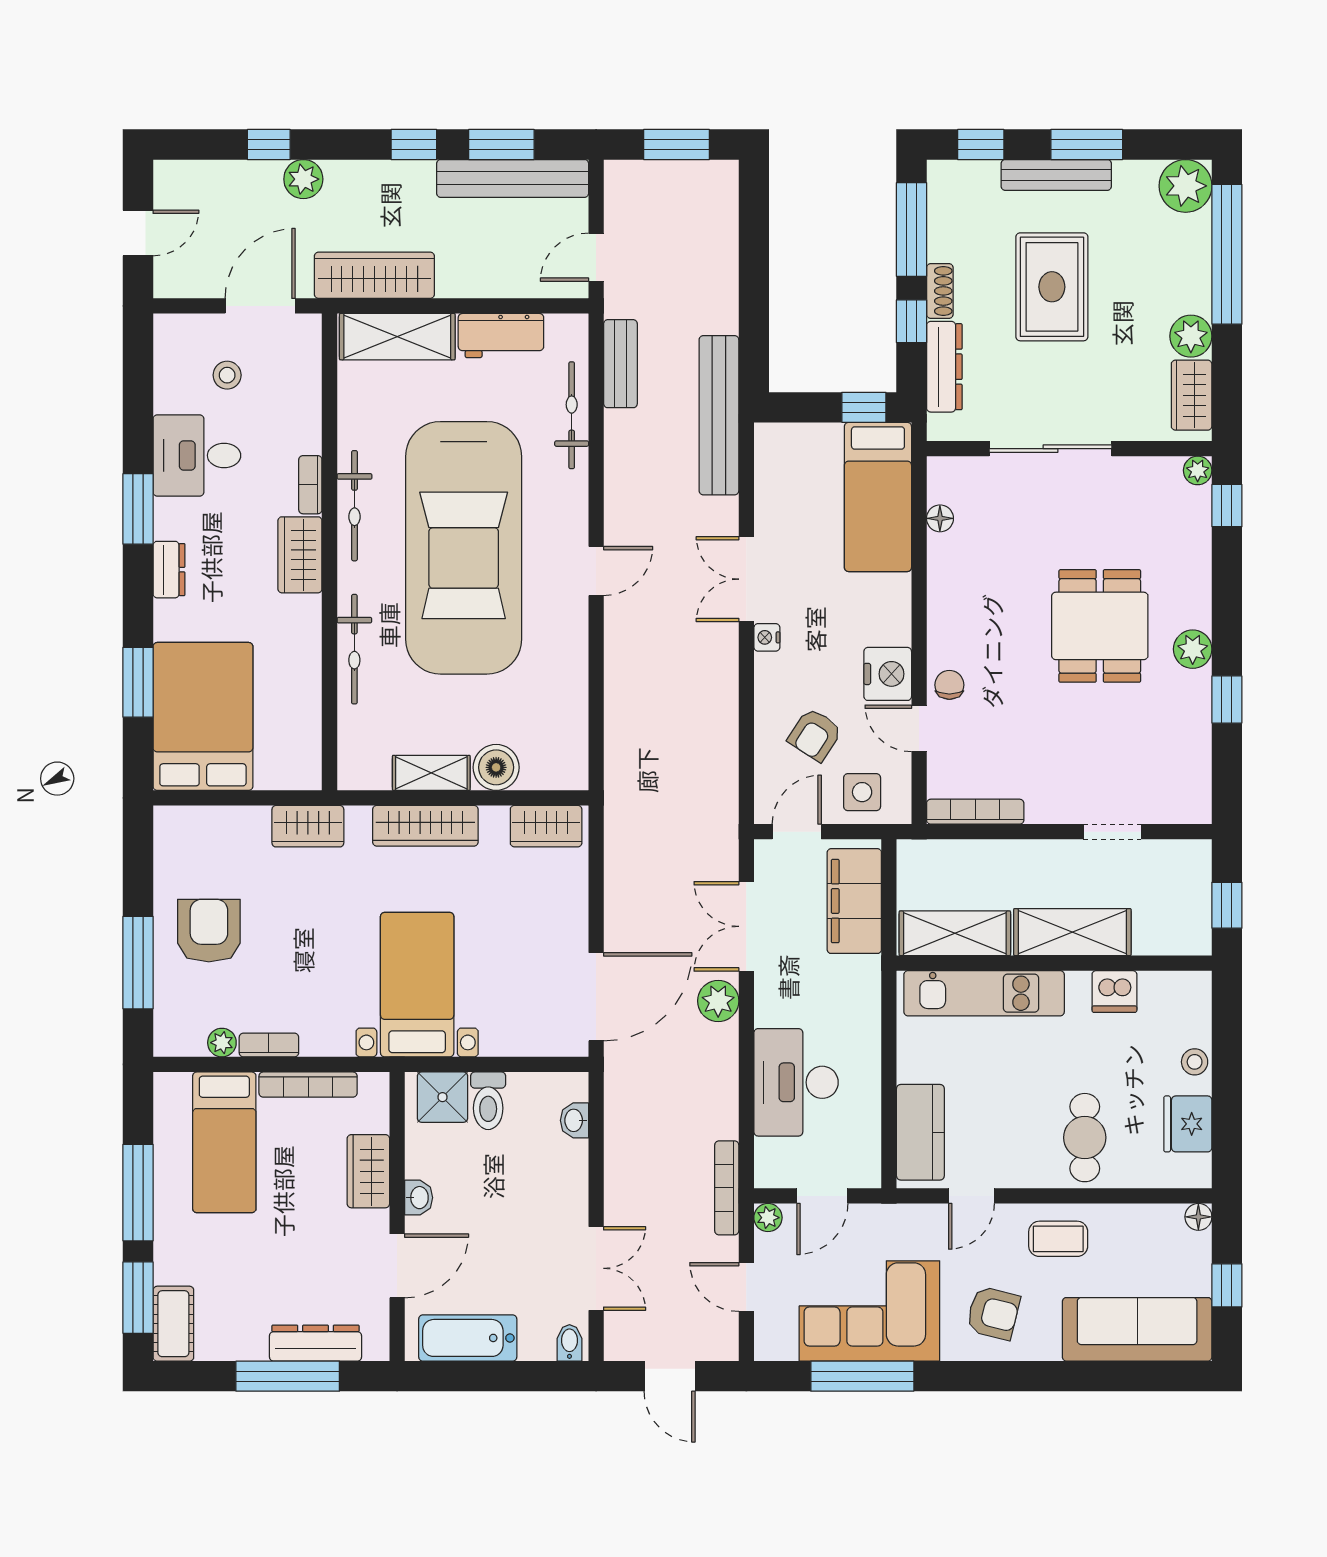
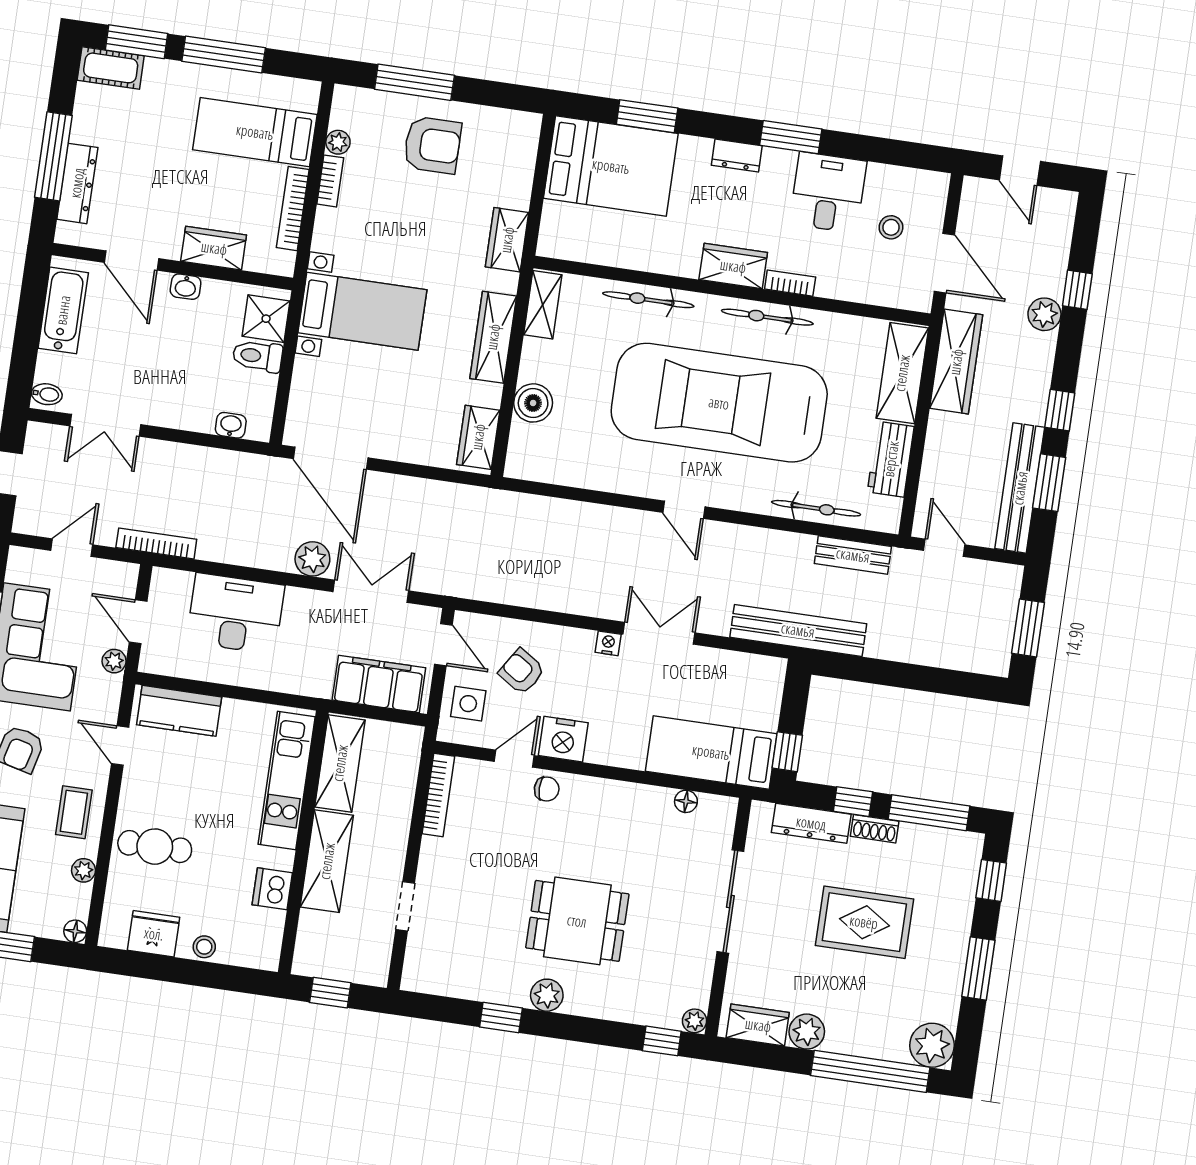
bench: (1056, 175) -> (957, 939), removed
shelving: (431, 773) -> (543, 305), moved
plant: (768, 1218) -> (114, 661), moved
plant: (1125, 1218) -> (84, 870), added

